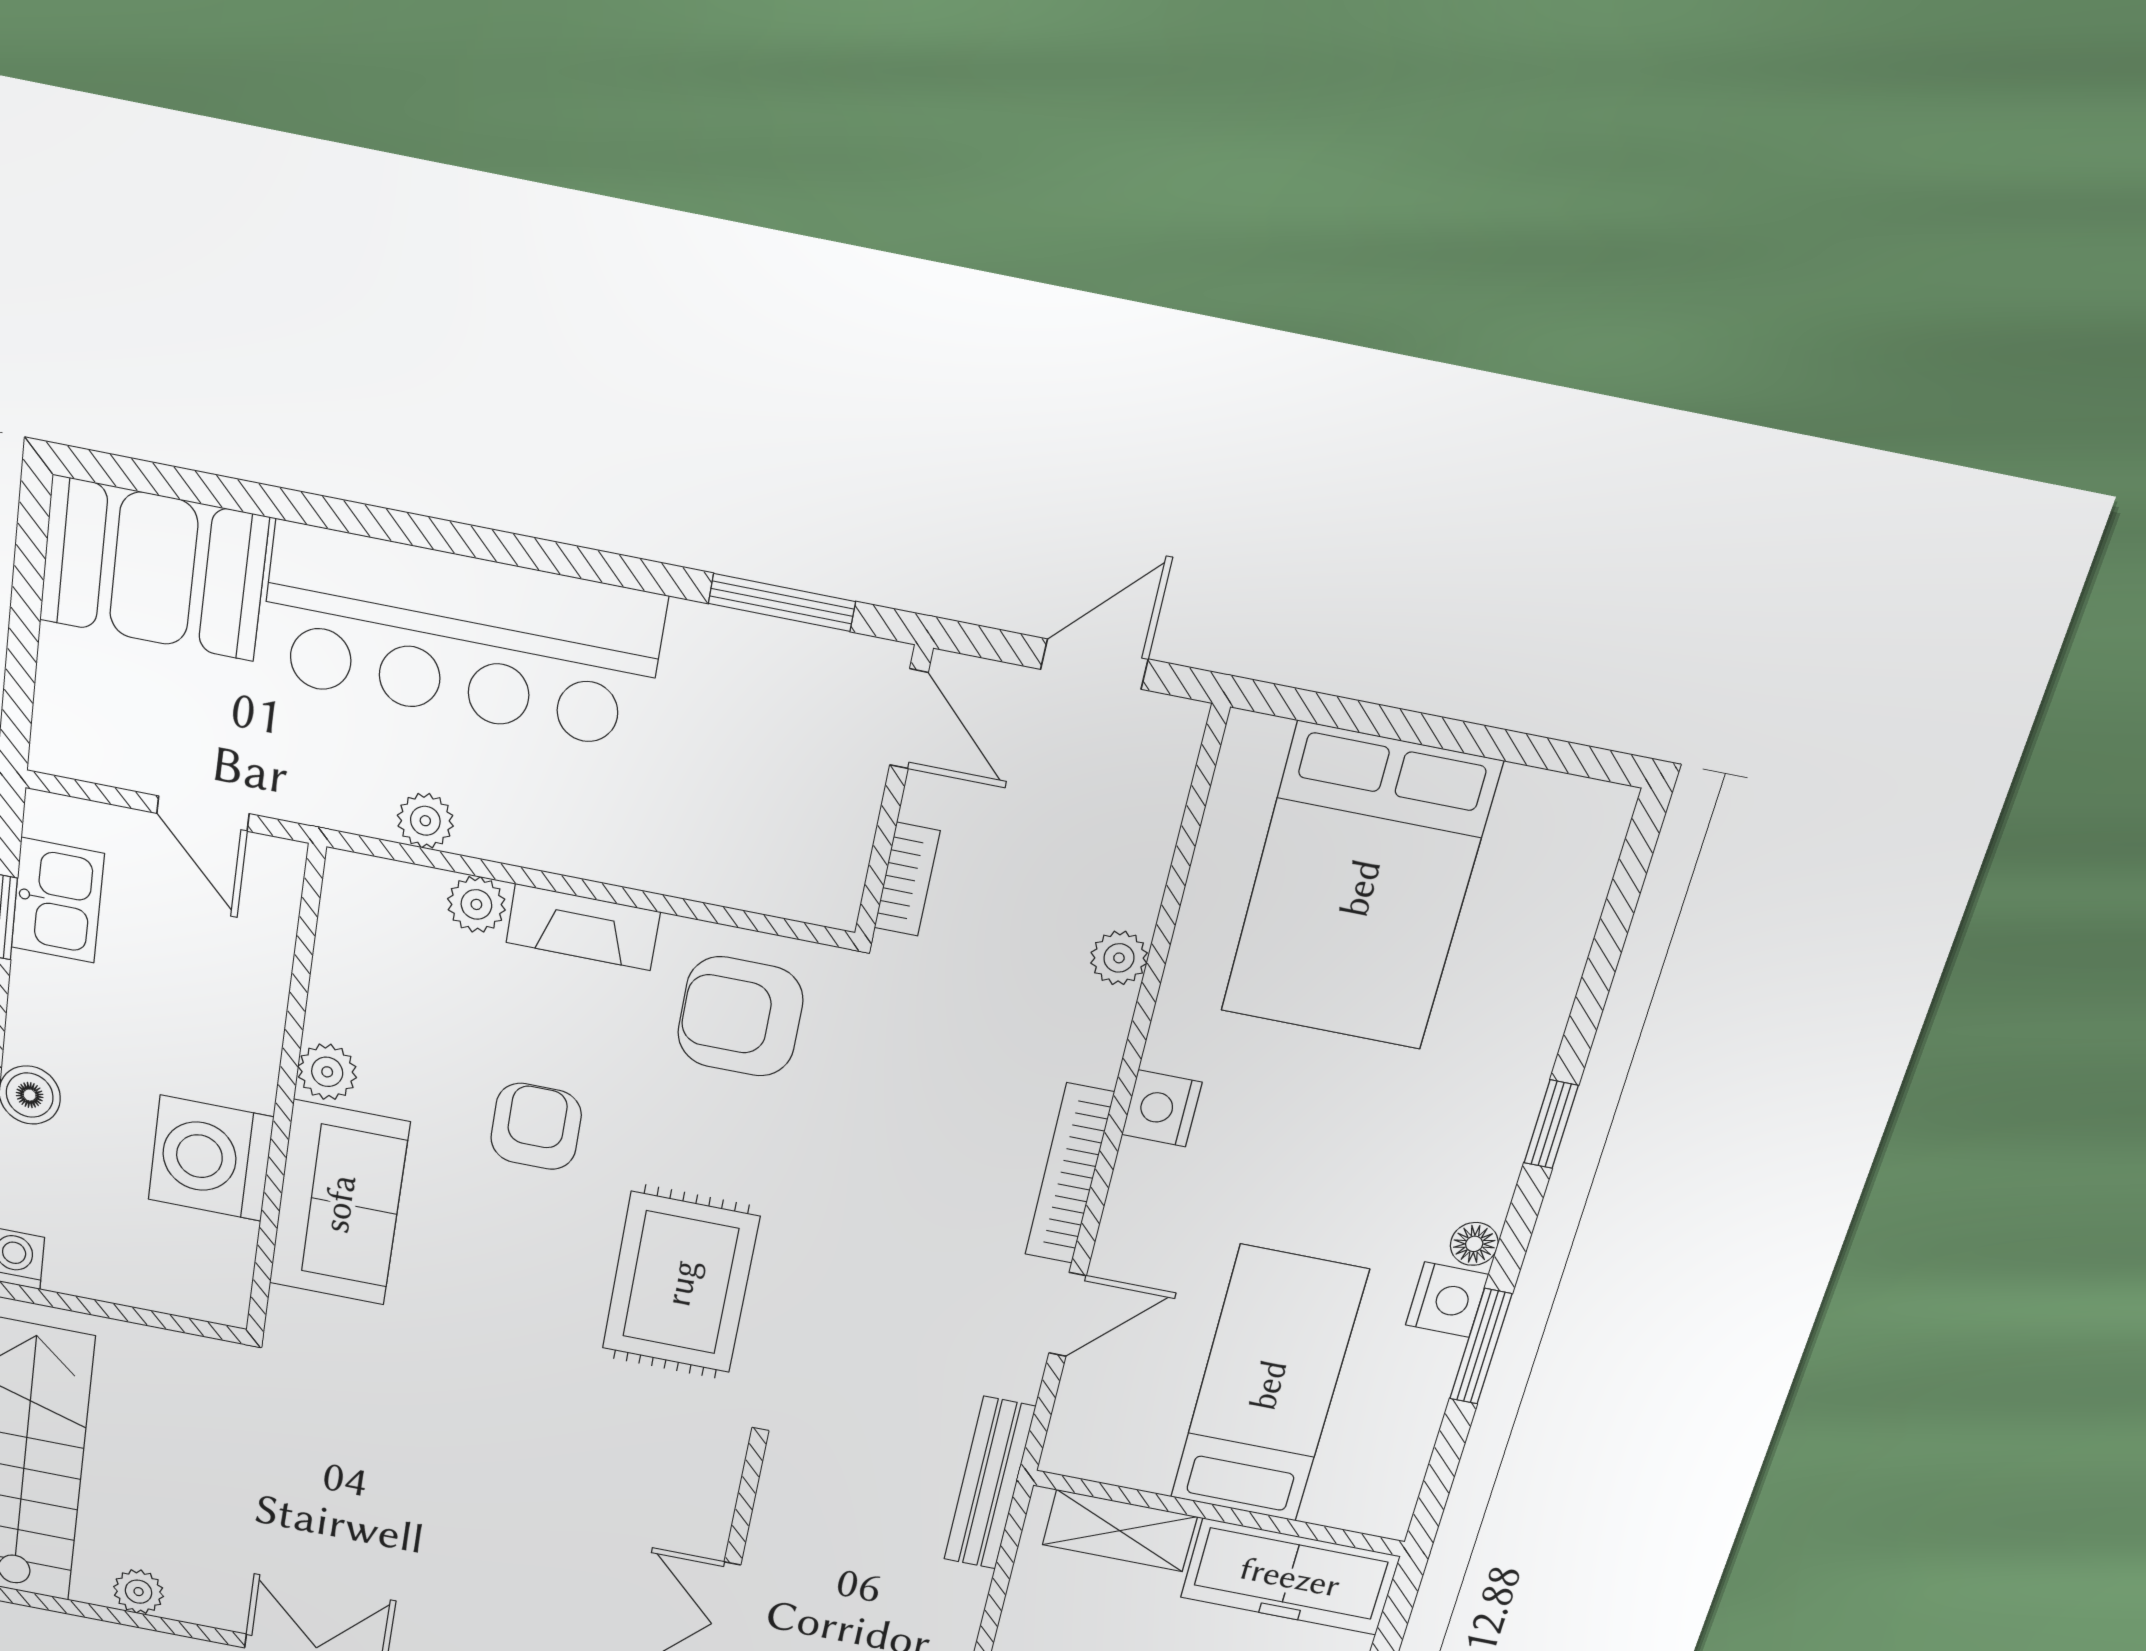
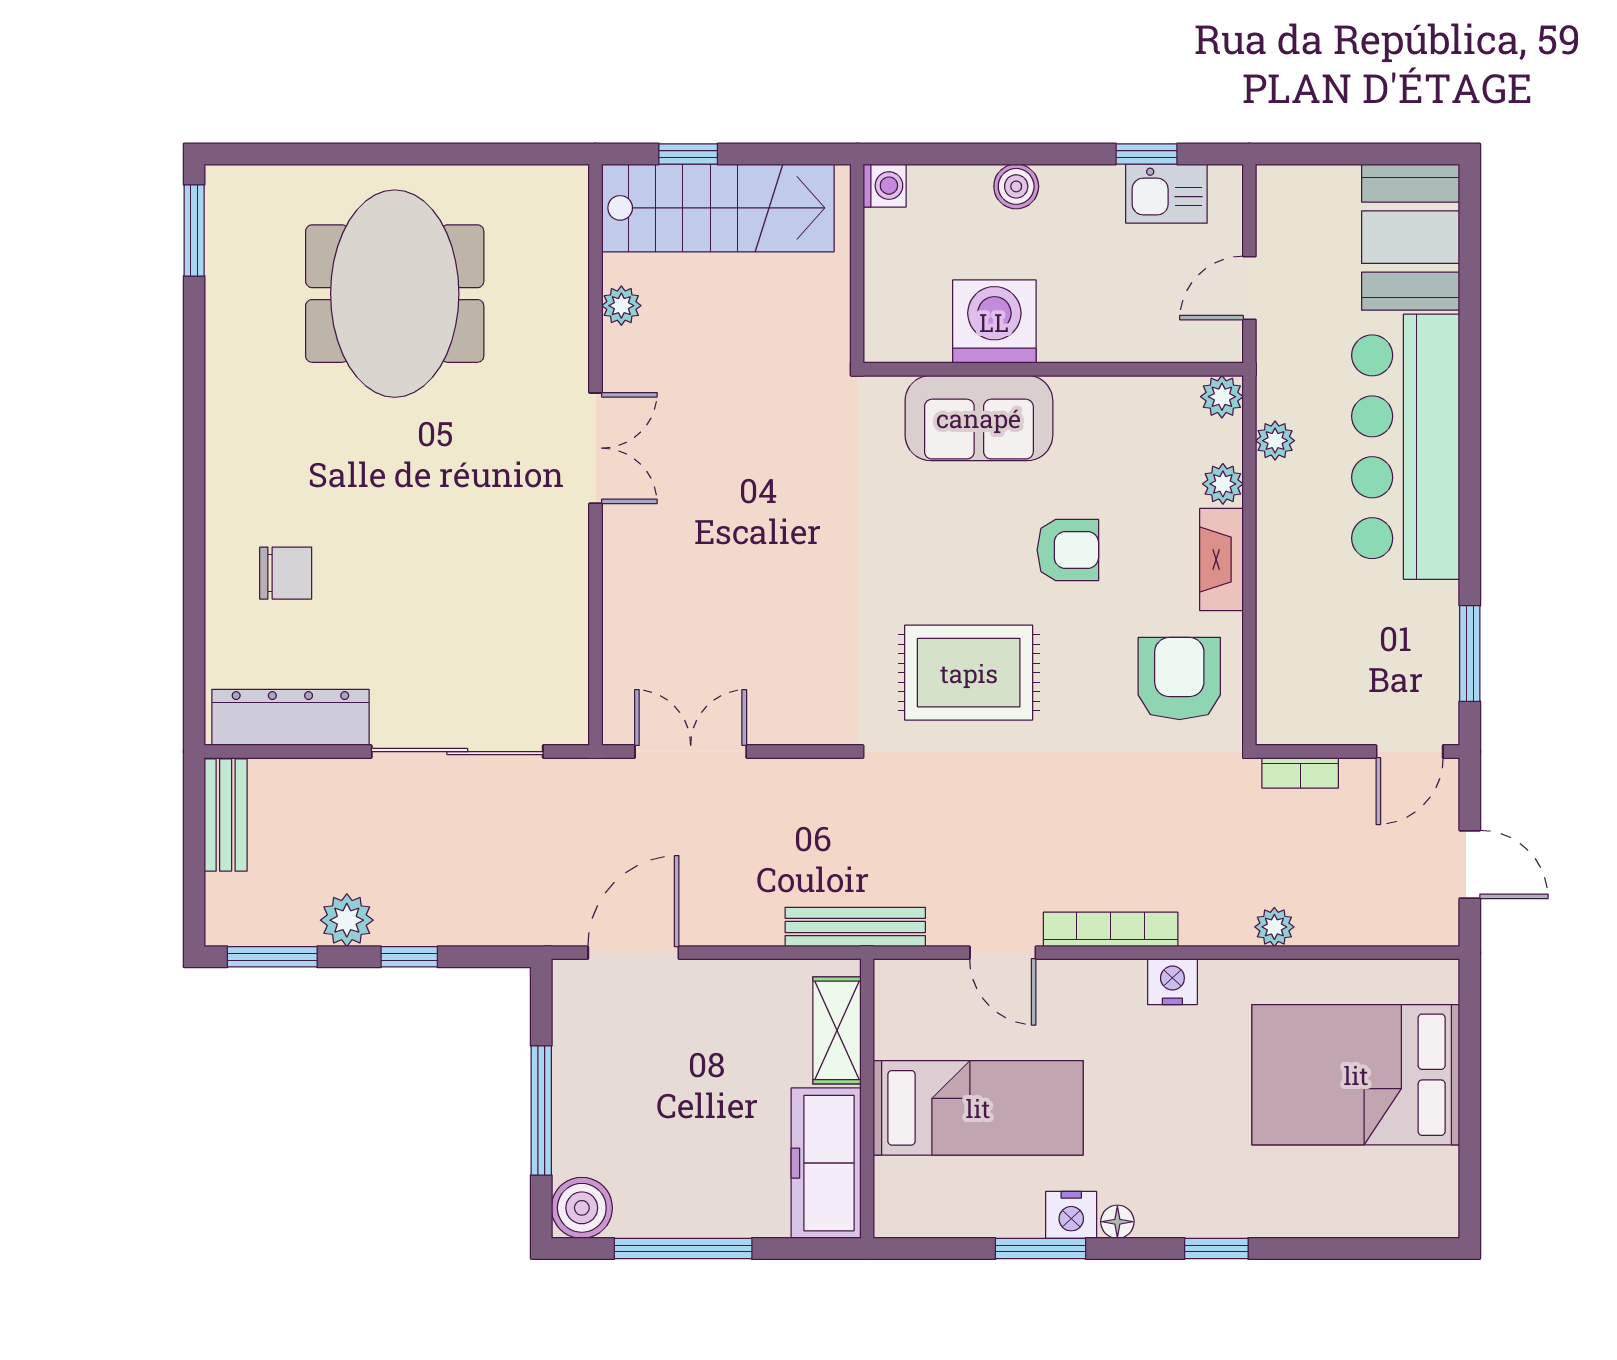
plant: (327, 1072) -> (1222, 397), moved

